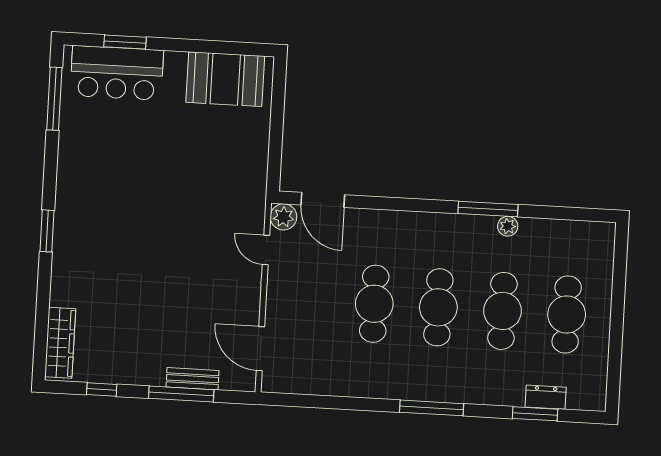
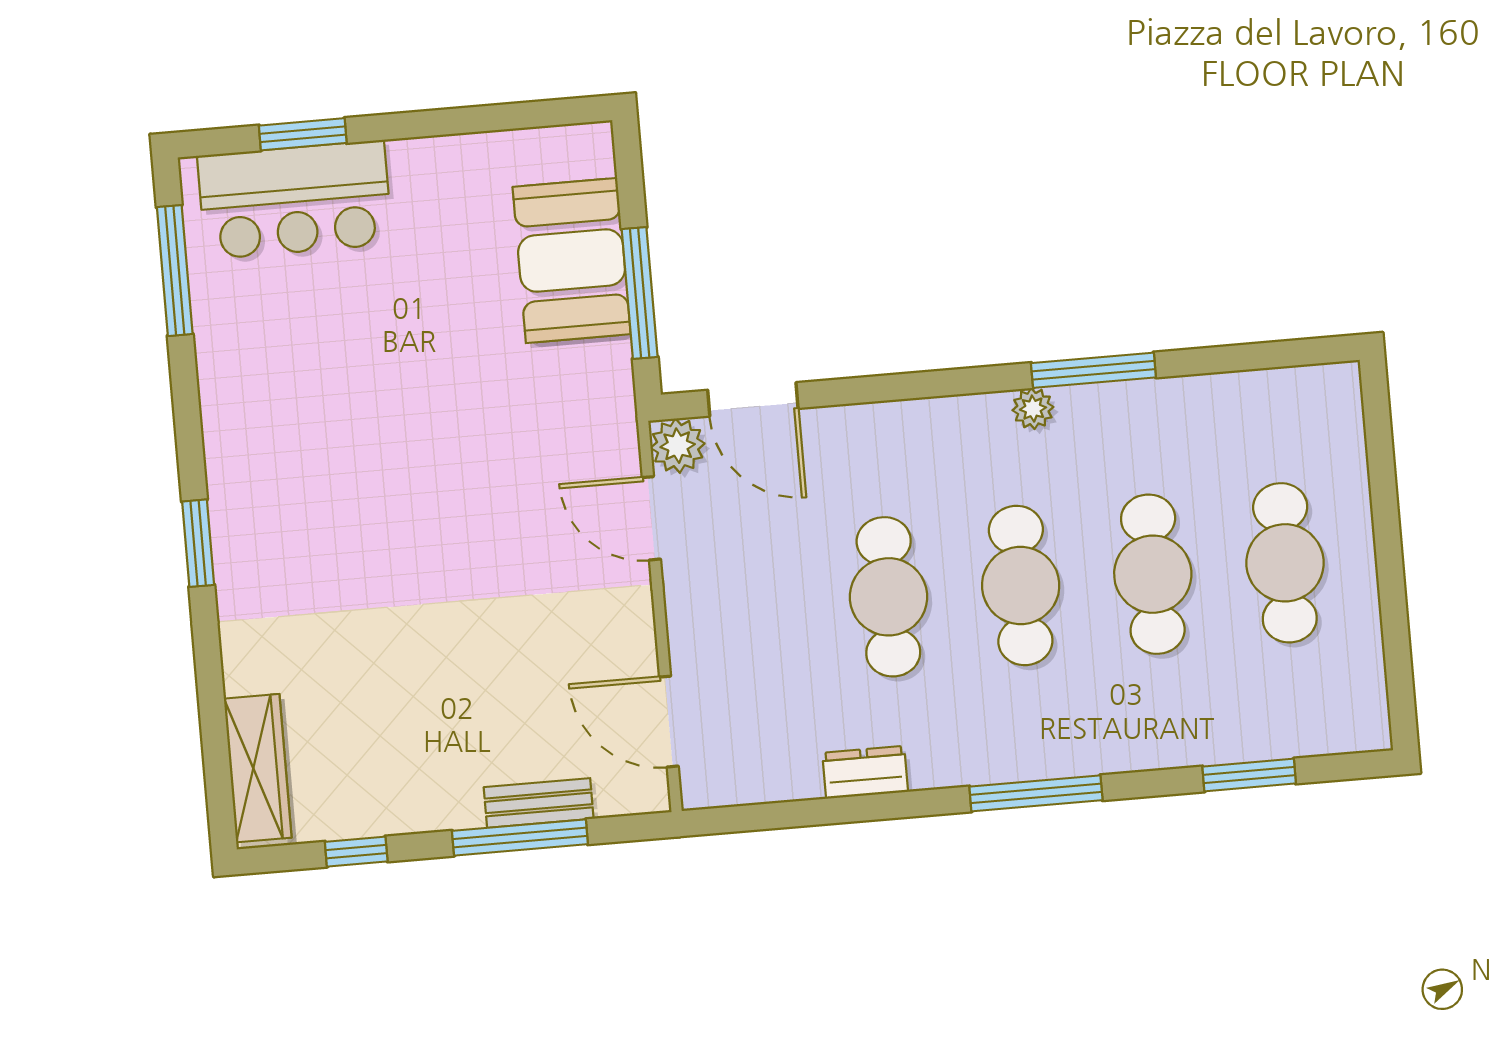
booth: (225, 79) -> (572, 261), moved, turned 90
window: (276, 141) -> (640, 293), added
plant: (508, 226) -> (1033, 409), moved
door: (266, 250) -> (651, 518), width x1.37
dresser: (546, 397) -> (865, 772), moved

